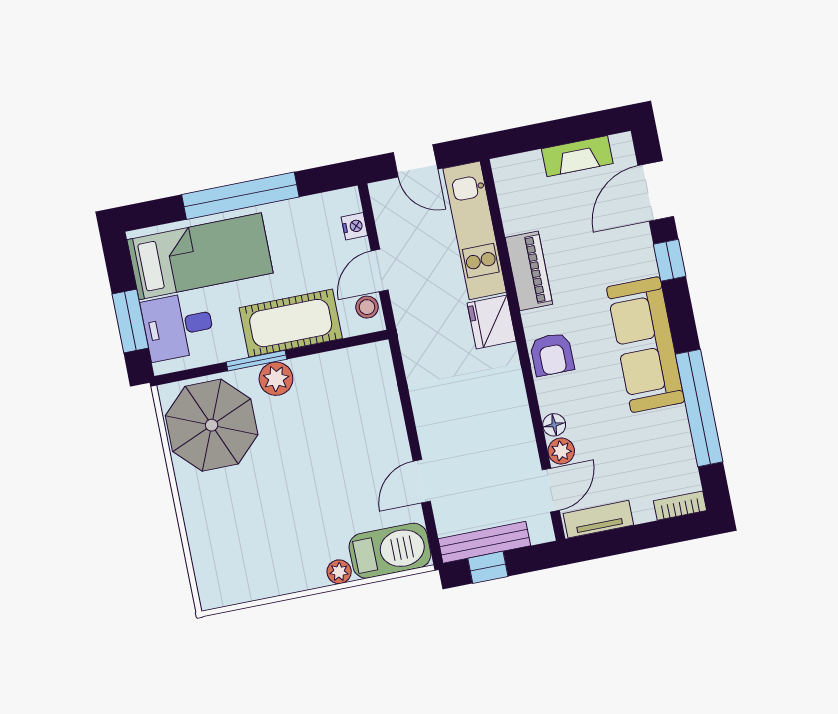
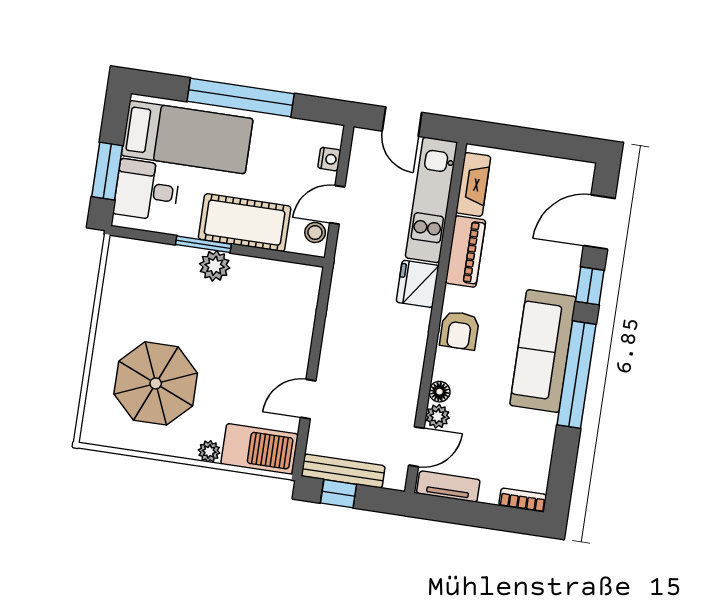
fireplace: (577, 156) -> (473, 184), moved, turned -90
window: (699, 408) -> (577, 375), moved
parasol: (212, 425) -> (156, 383), moved

